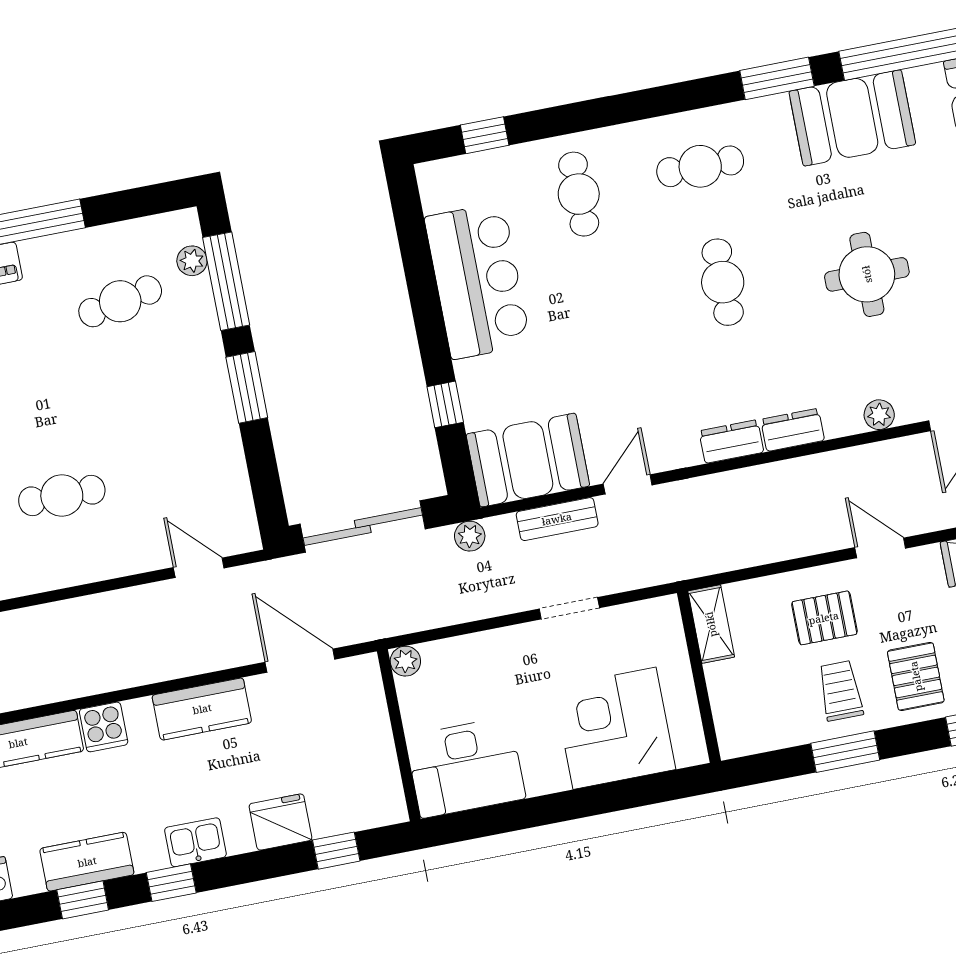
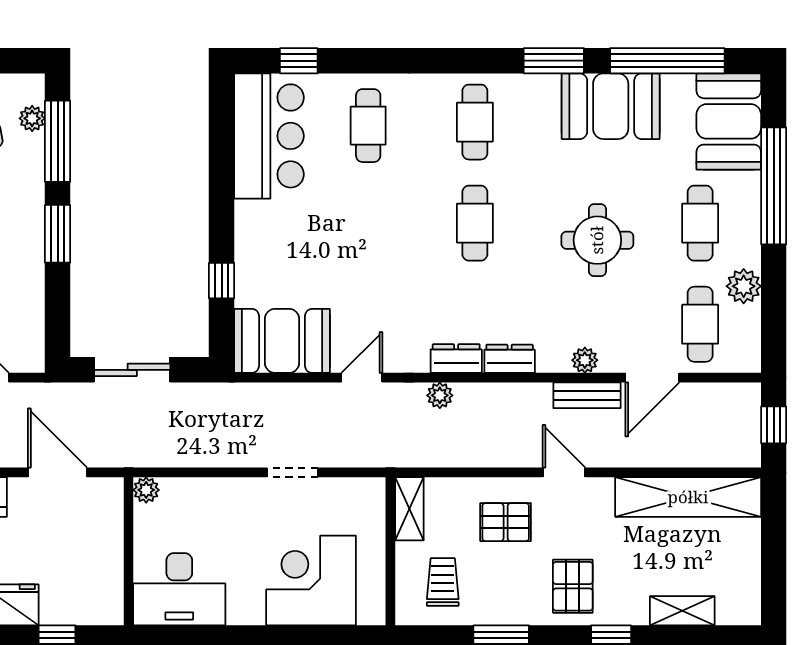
cafe table: (700, 166) -> (475, 122), turned 90
bar counter: (478, 281) -> (269, 136), moved
bench: (557, 519) -> (587, 395), moved
sliding door: (363, 527) -> (132, 370), width x0.73
plant: (470, 536) -> (440, 395), moved
trolley: (840, 691) -> (443, 582), moved

